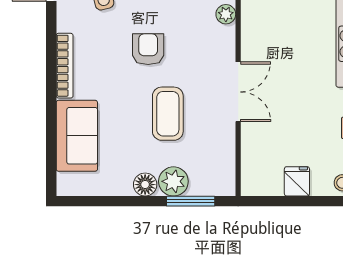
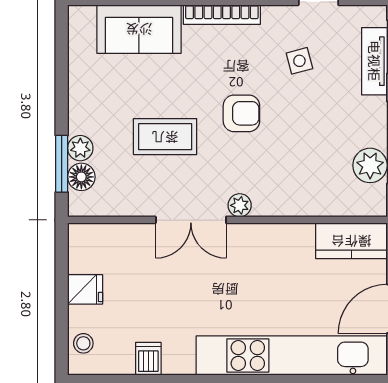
plant: (226, 14) -> (240, 205), moved
plant: (173, 181) -> (80, 148), width x0.73, depth x0.73
floor lamp: (145, 185) -> (81, 177), moved

